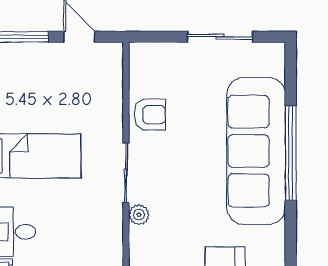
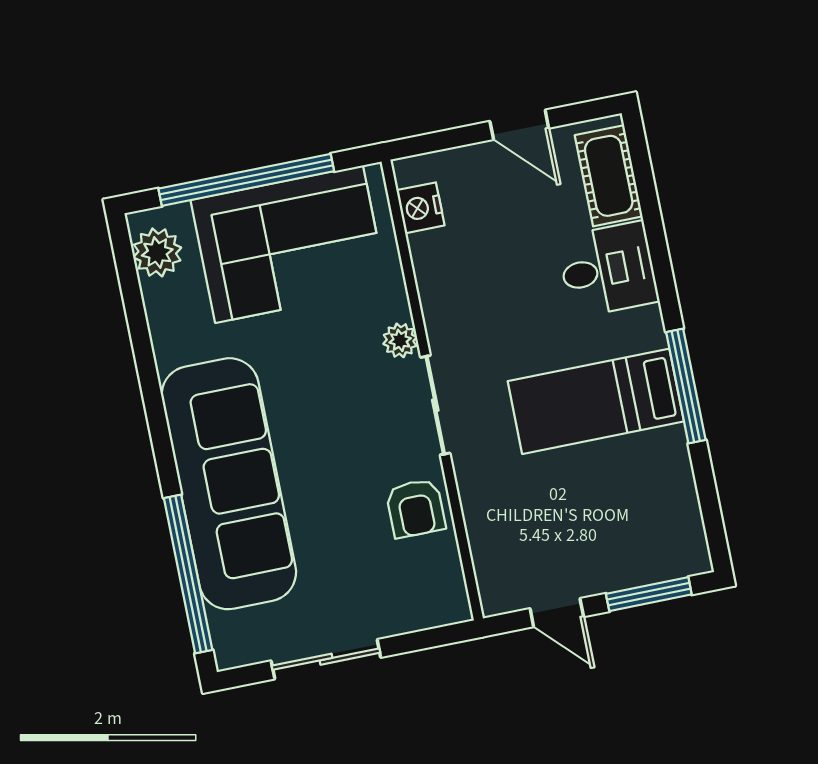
armchair: (150, 115) -> (416, 508), turned -90
window: (291, 153) -> (188, 574), moved

